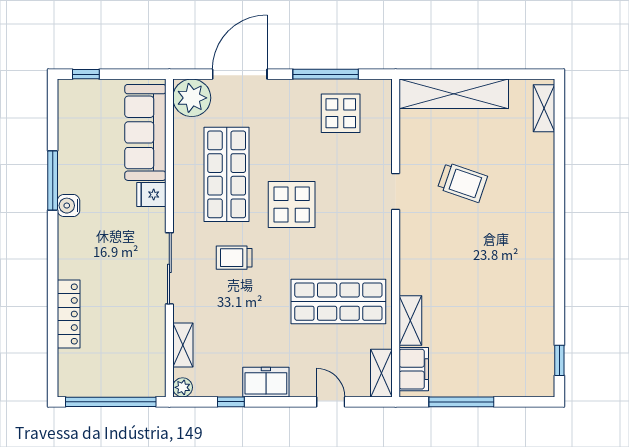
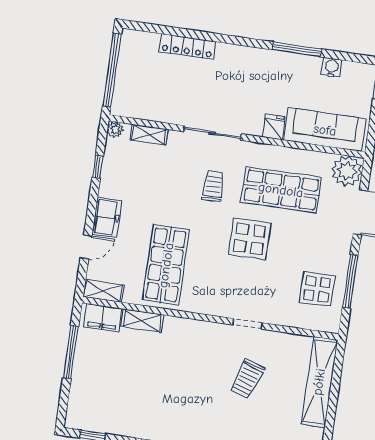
water cooler: (69, 206) -> (332, 67), moved
freezer: (266, 382) -> (107, 217), moved

